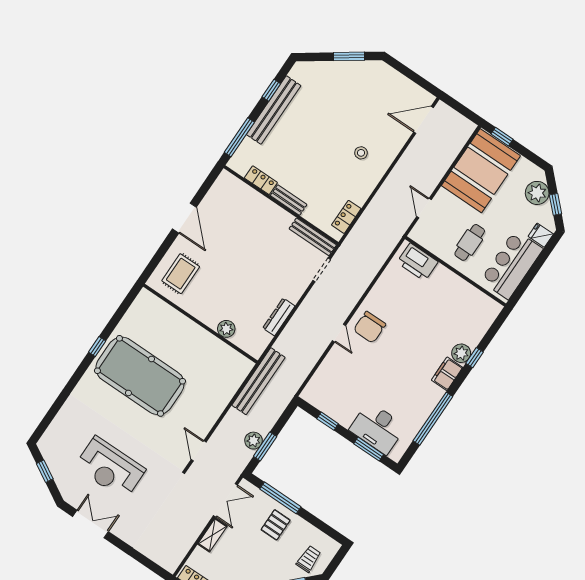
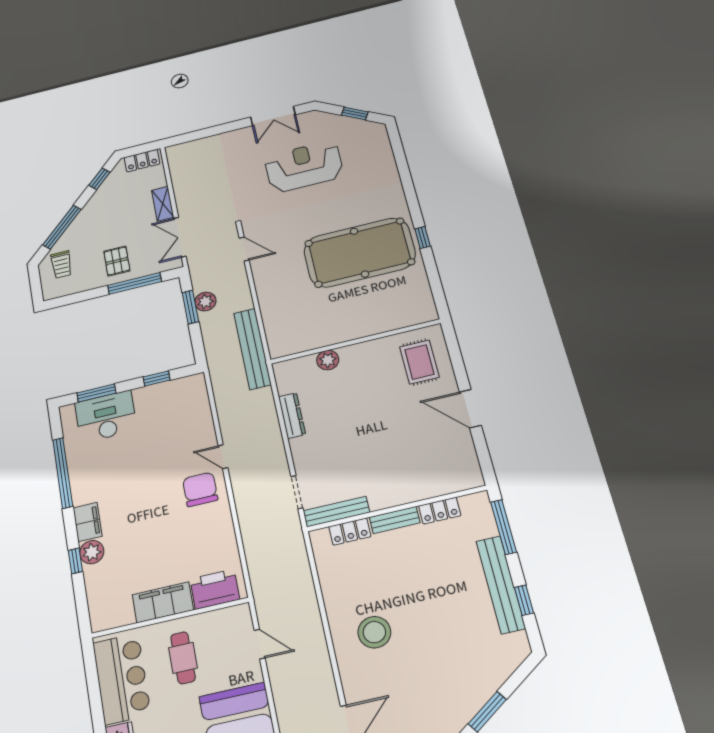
stool: (361, 153) -> (374, 632), width x1.89, depth x1.89
locker: (346, 217) -> (350, 532), moved, turned 90
filing cabinet: (451, 284) -> (163, 602), added

